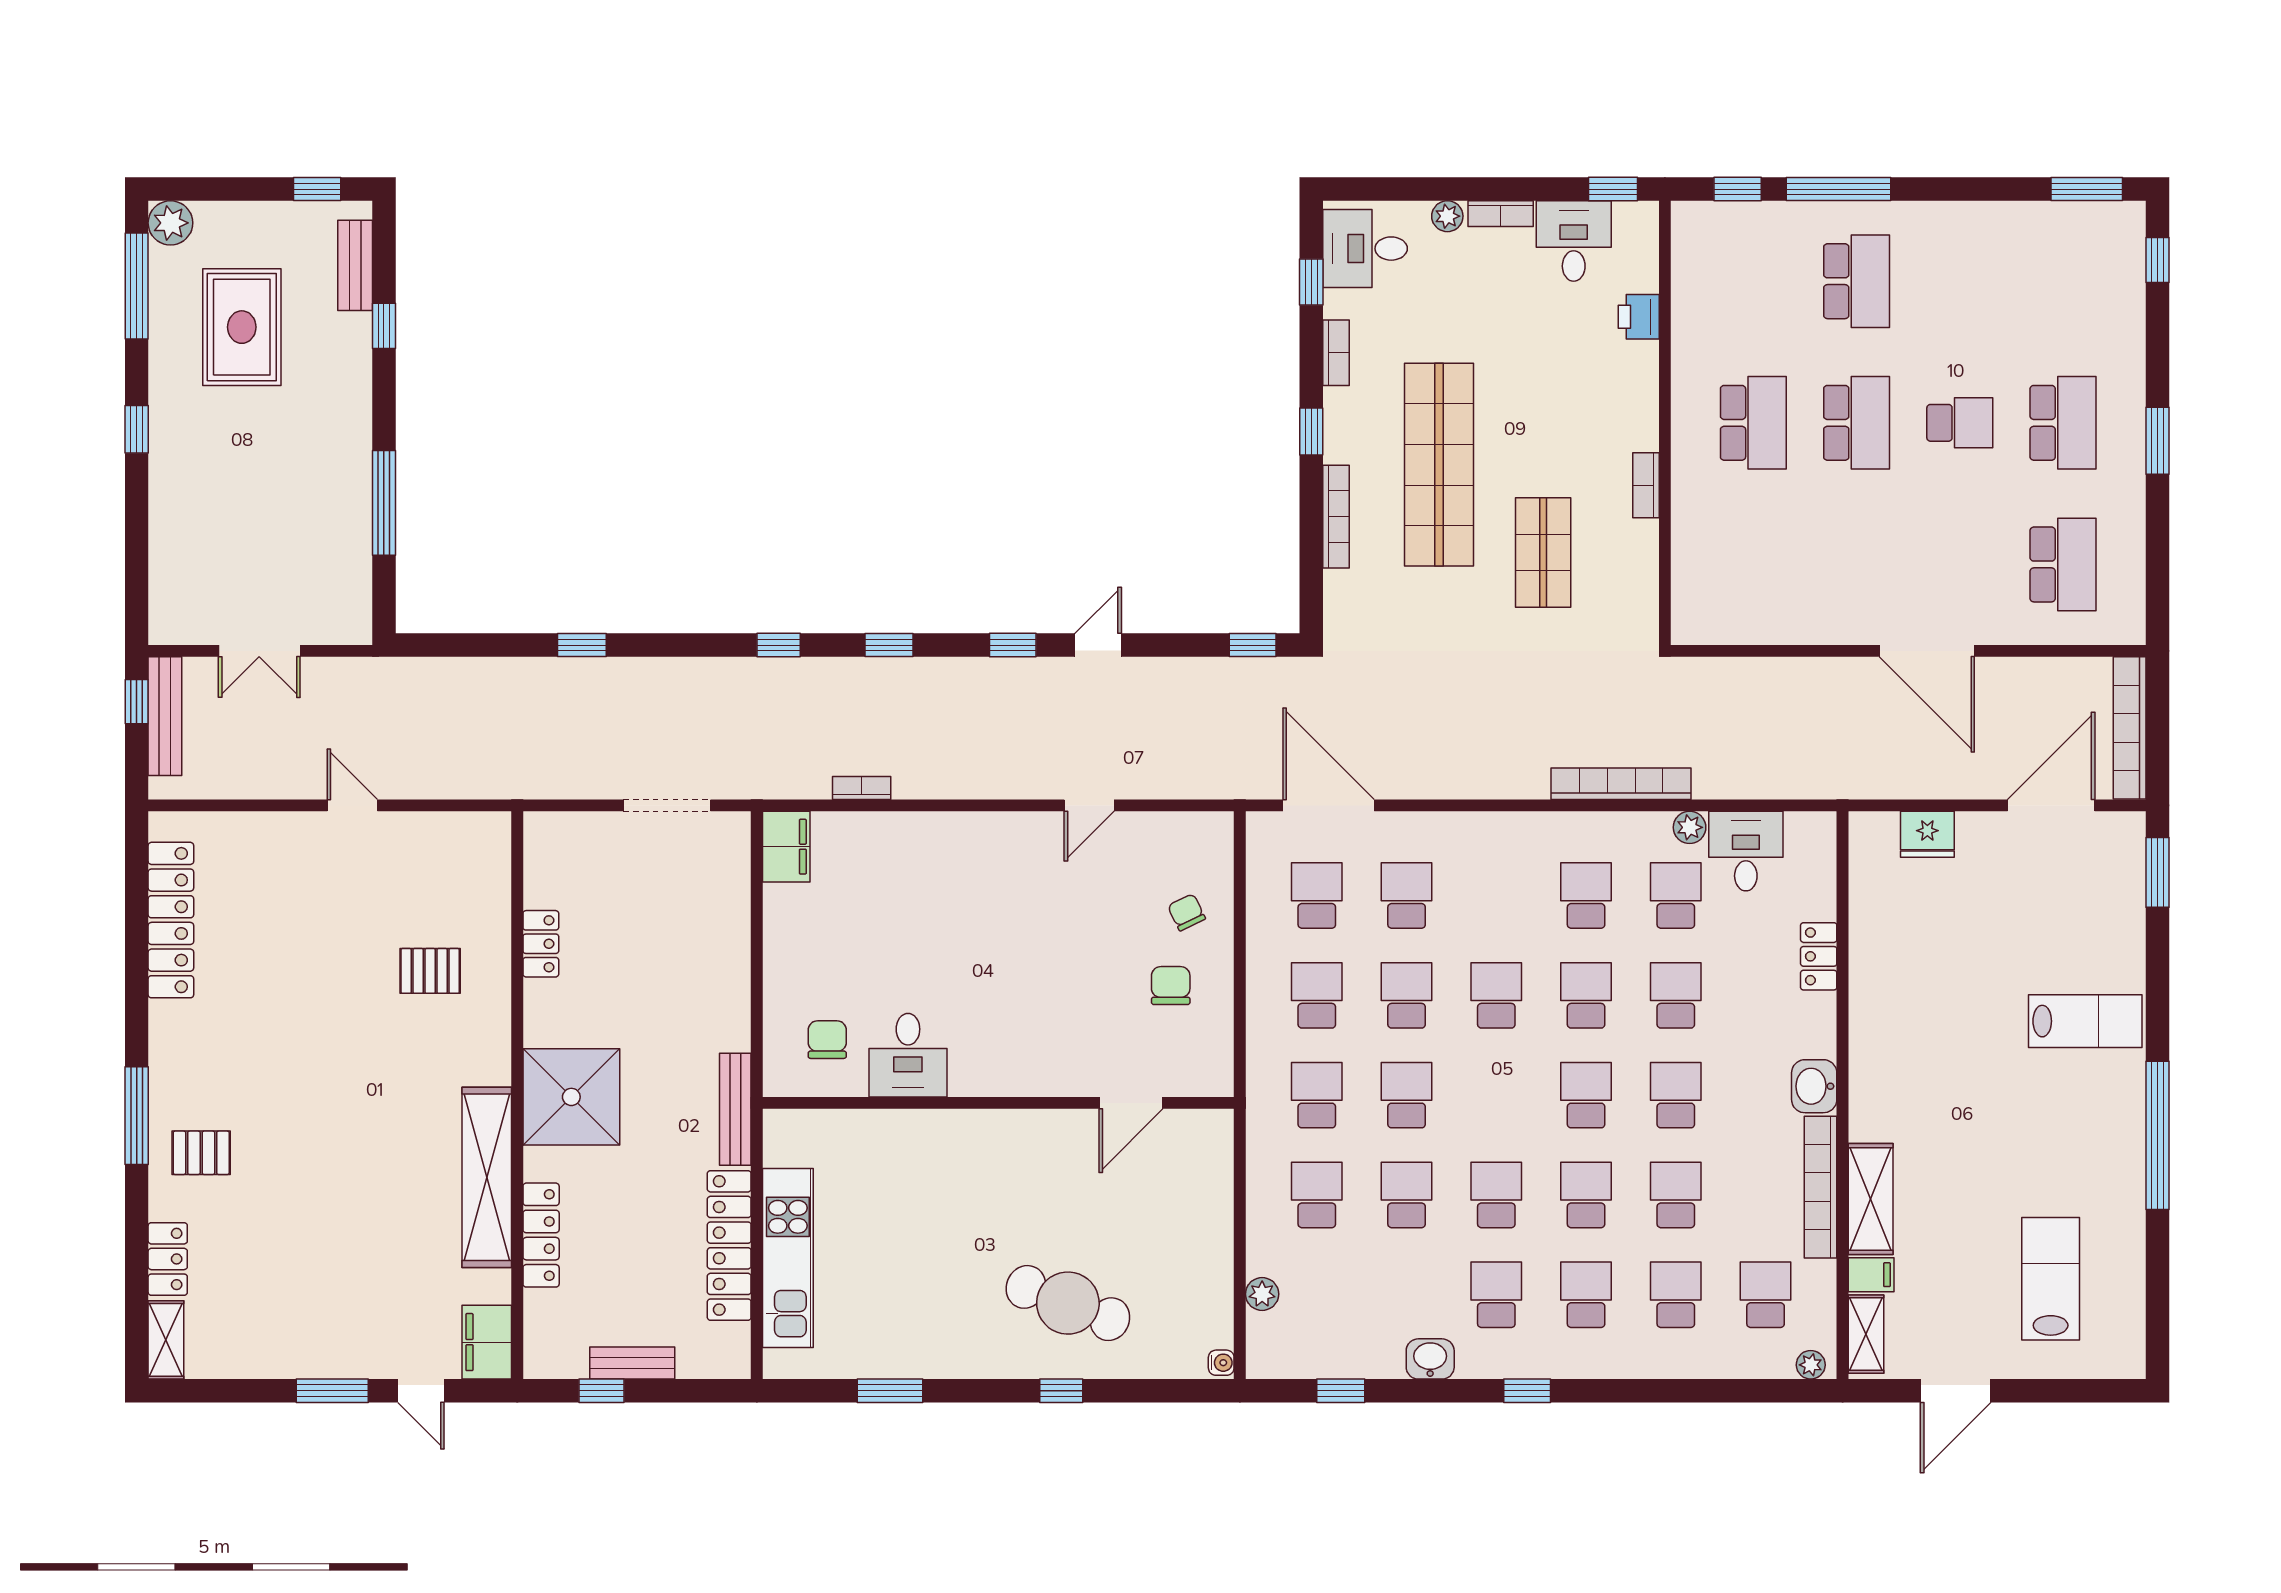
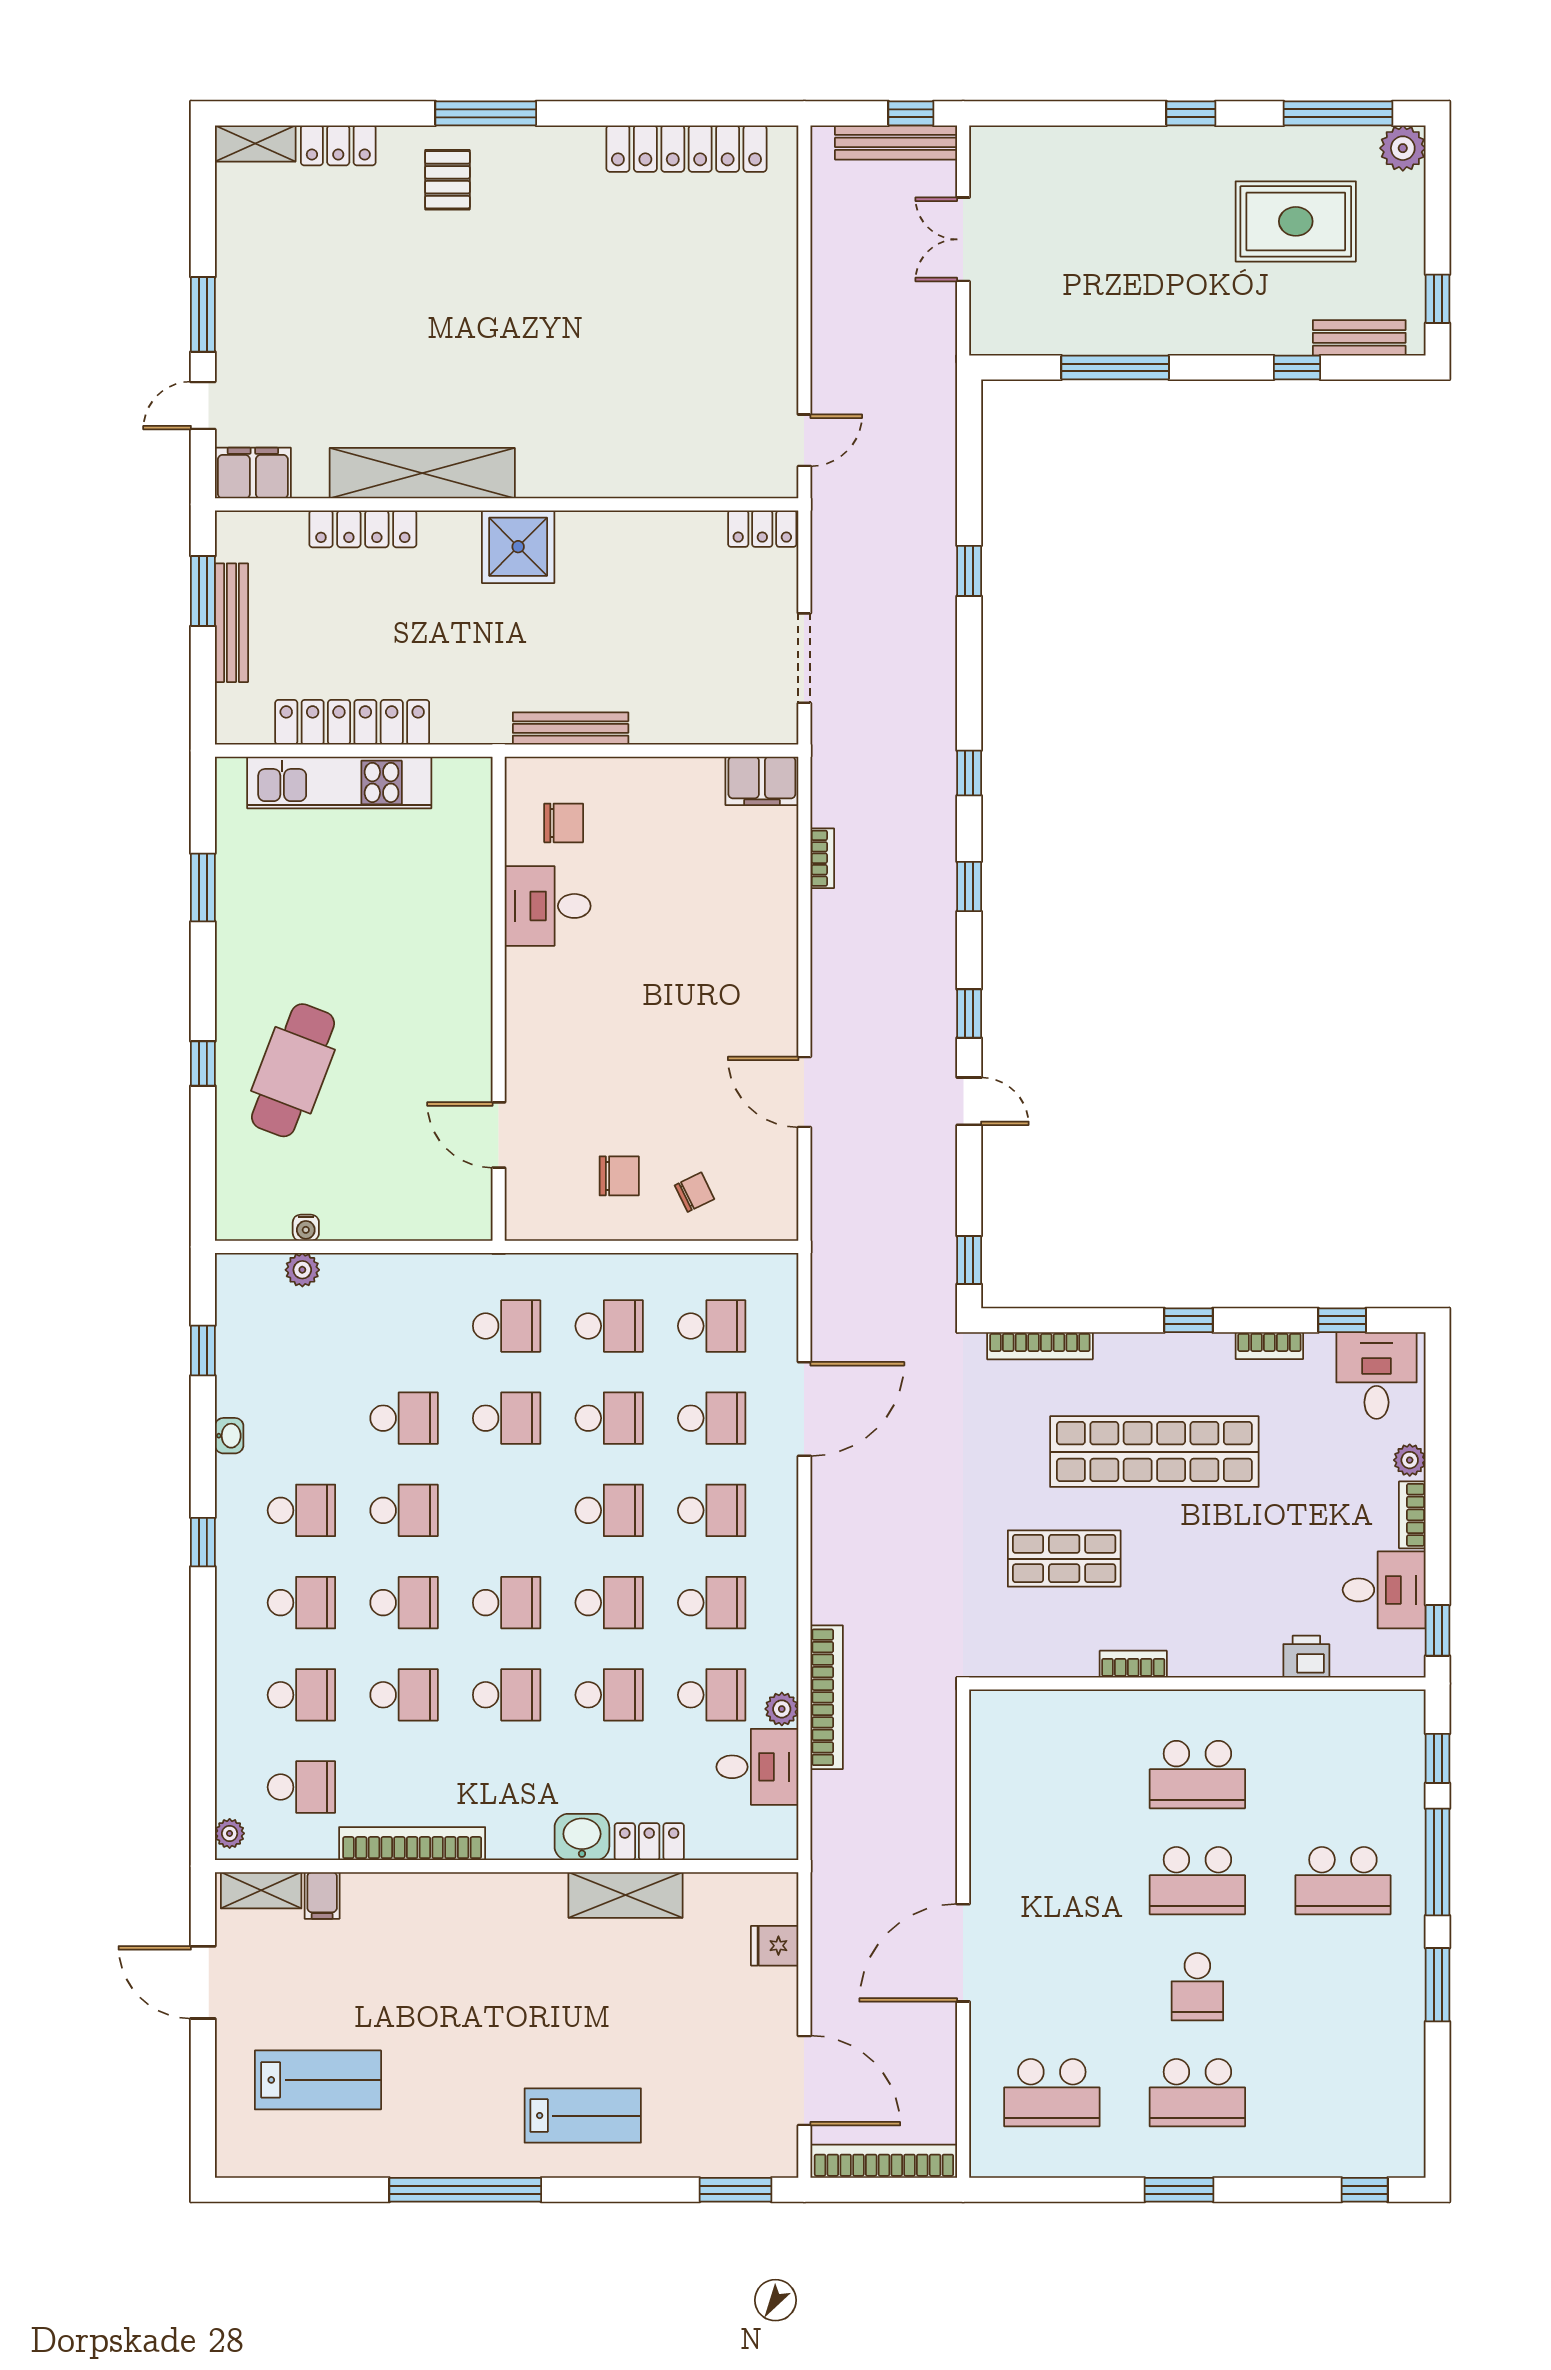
window: (2087, 189) -> (1438, 1985), moved
bookcase: (1336, 517) -> (1040, 1346), moved
bookcase: (1621, 784) -> (827, 1697), moved
door: (352, 805) -> (804, 440), moved
door: (1089, 805) -> (804, 1092), width x1.38
door: (1329, 805) -> (804, 1409), moved
fridge: (1927, 834) -> (775, 1946), width x0.72
locker: (541, 944) -> (762, 529), moved
pallet: (430, 971) -> (634, 415), removed
lab bench: (2085, 1021) -> (583, 2116), turned -90
washbasin: (1814, 1086) -> (582, 1837), moved
shower: (571, 1097) -> (518, 547), width x0.73, depth x0.73
bench: (735, 1109) -> (571, 728), moved
school desk: (1317, 1195) -> (712, 1510), moved
shelving: (1871, 1199) -> (626, 1895), moved
washbasin: (1430, 1359) -> (229, 1436), width x0.72, depth x0.69
bench: (632, 1363) -> (231, 623), width x1.36
water cooler: (1221, 1363) -> (306, 1228), moved
window: (601, 1391) -> (203, 591), width x1.50

